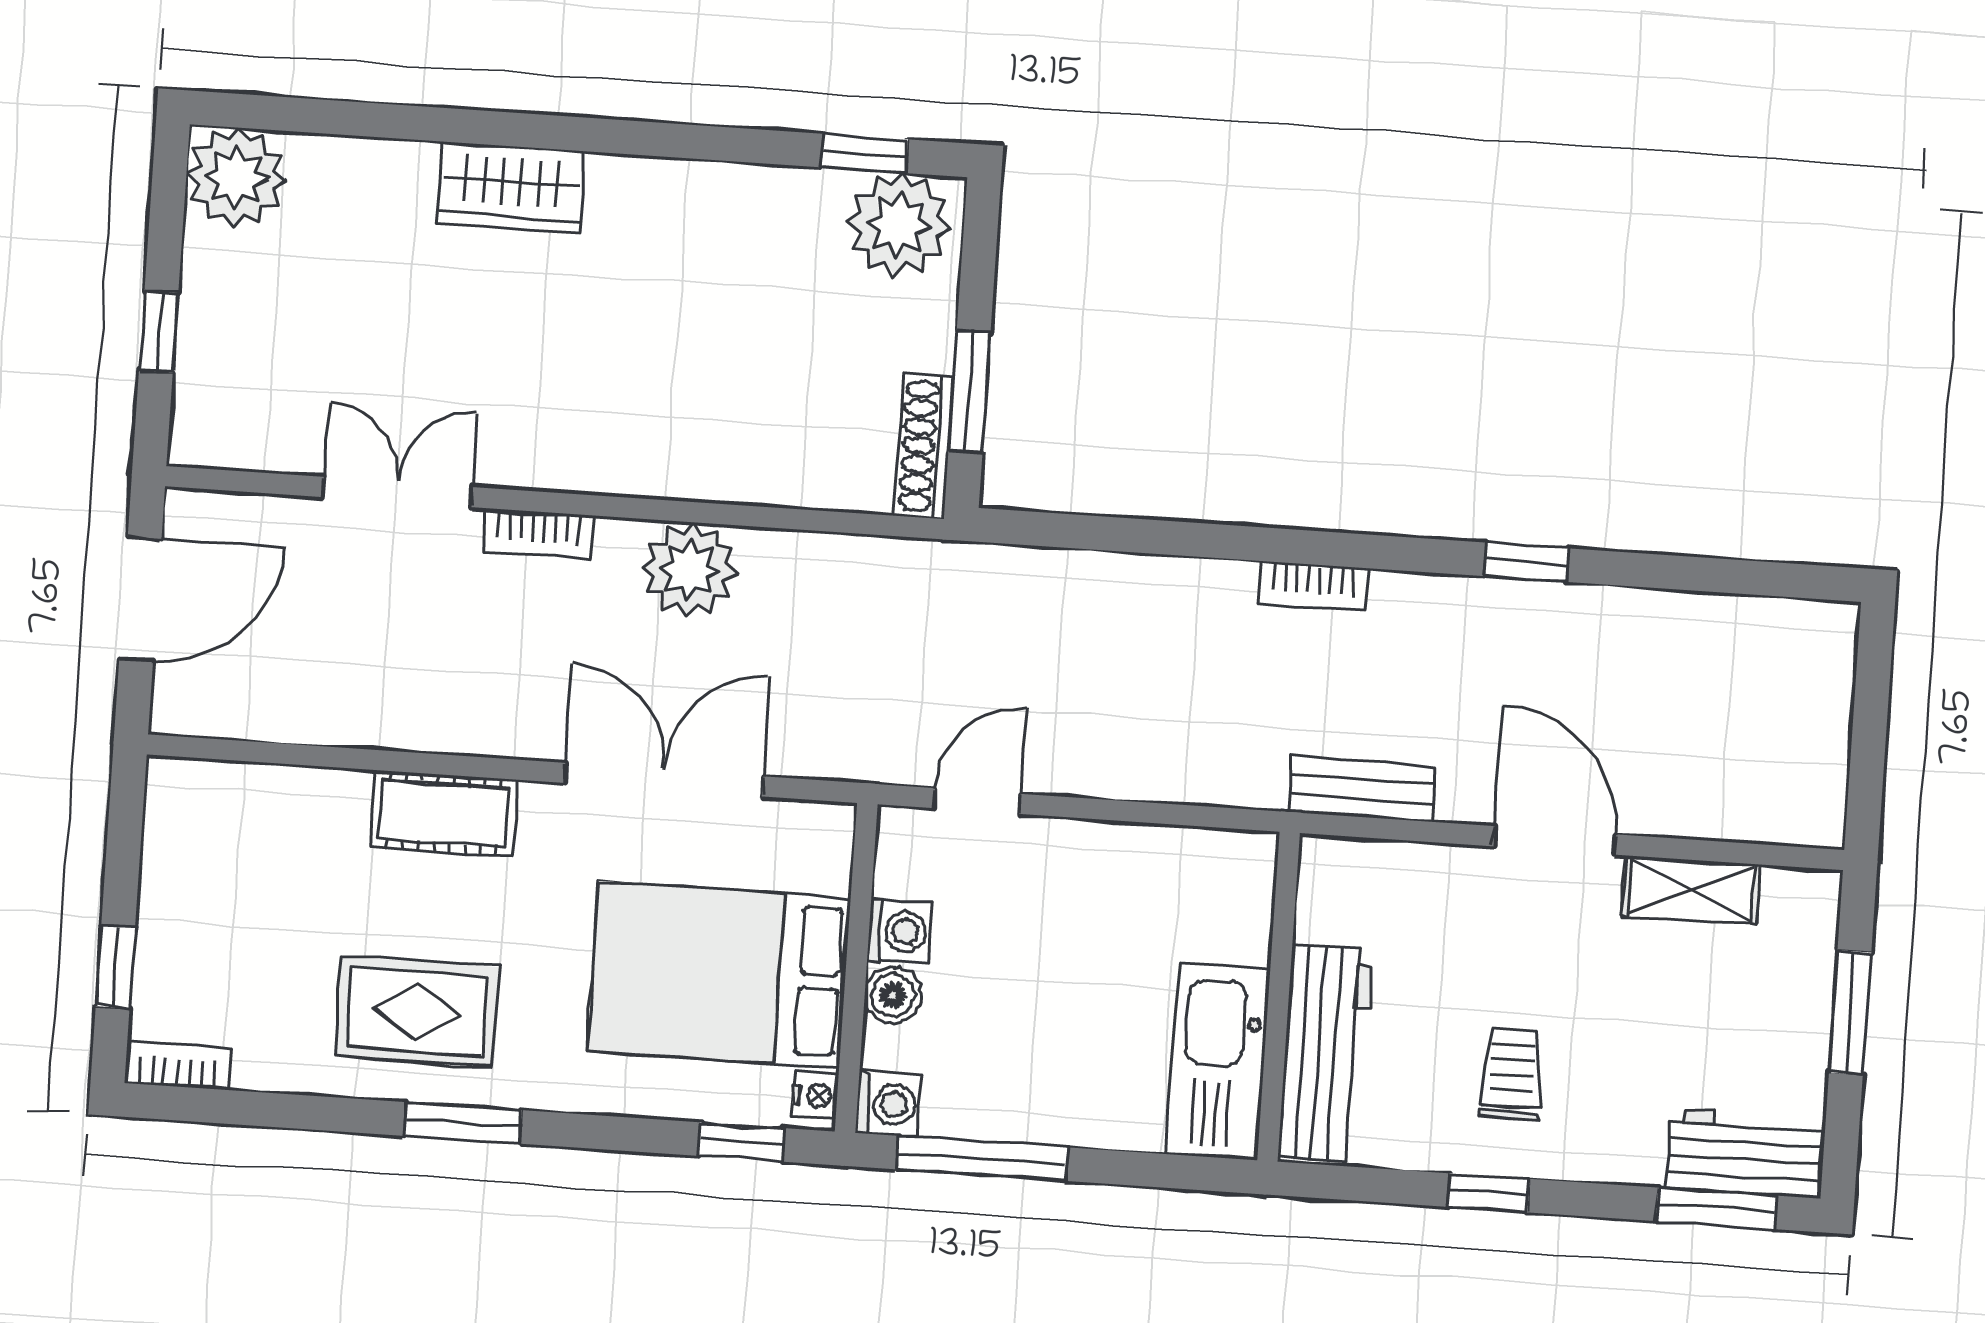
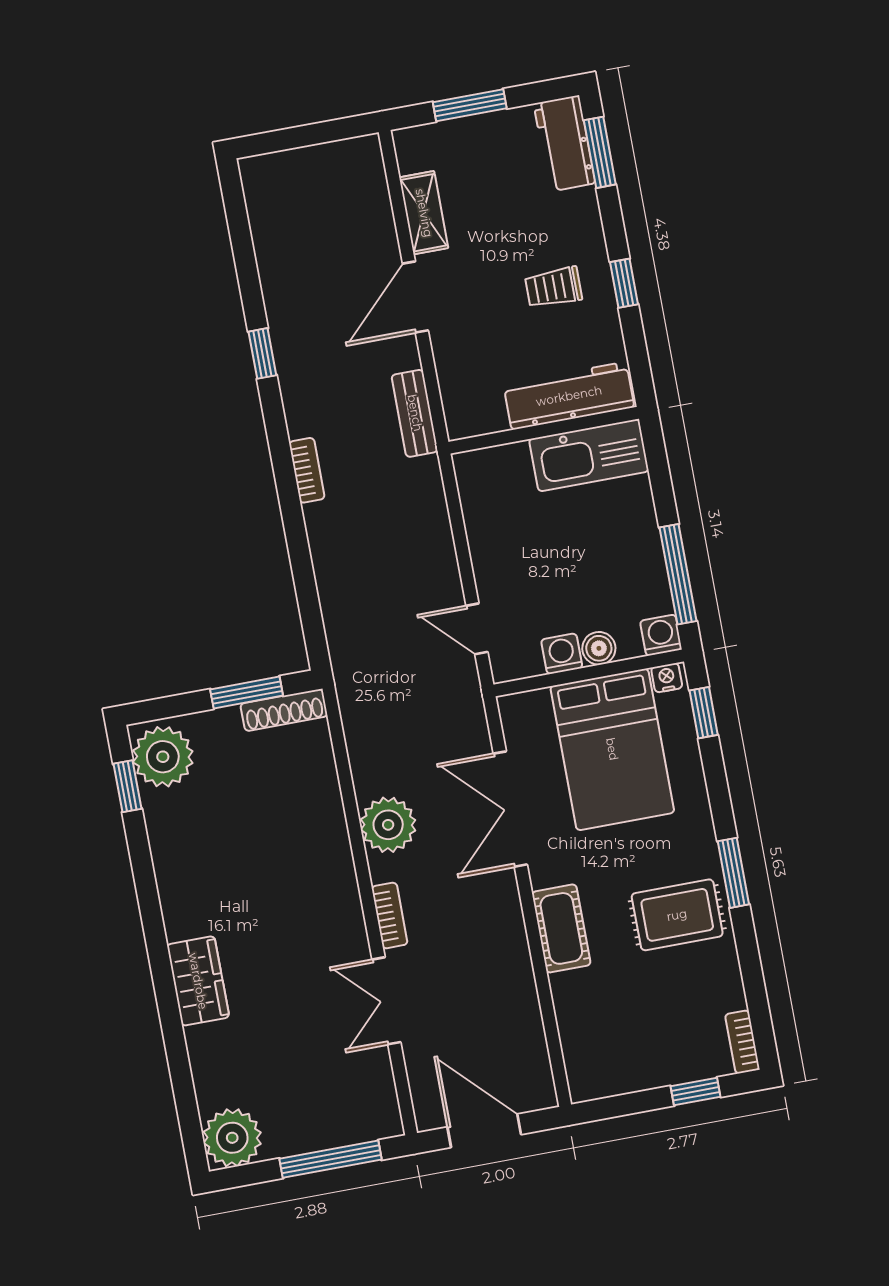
window: (159, 332) -> (331, 1159), width x2.17
rug: (417, 1012) -> (677, 915), turned 90

